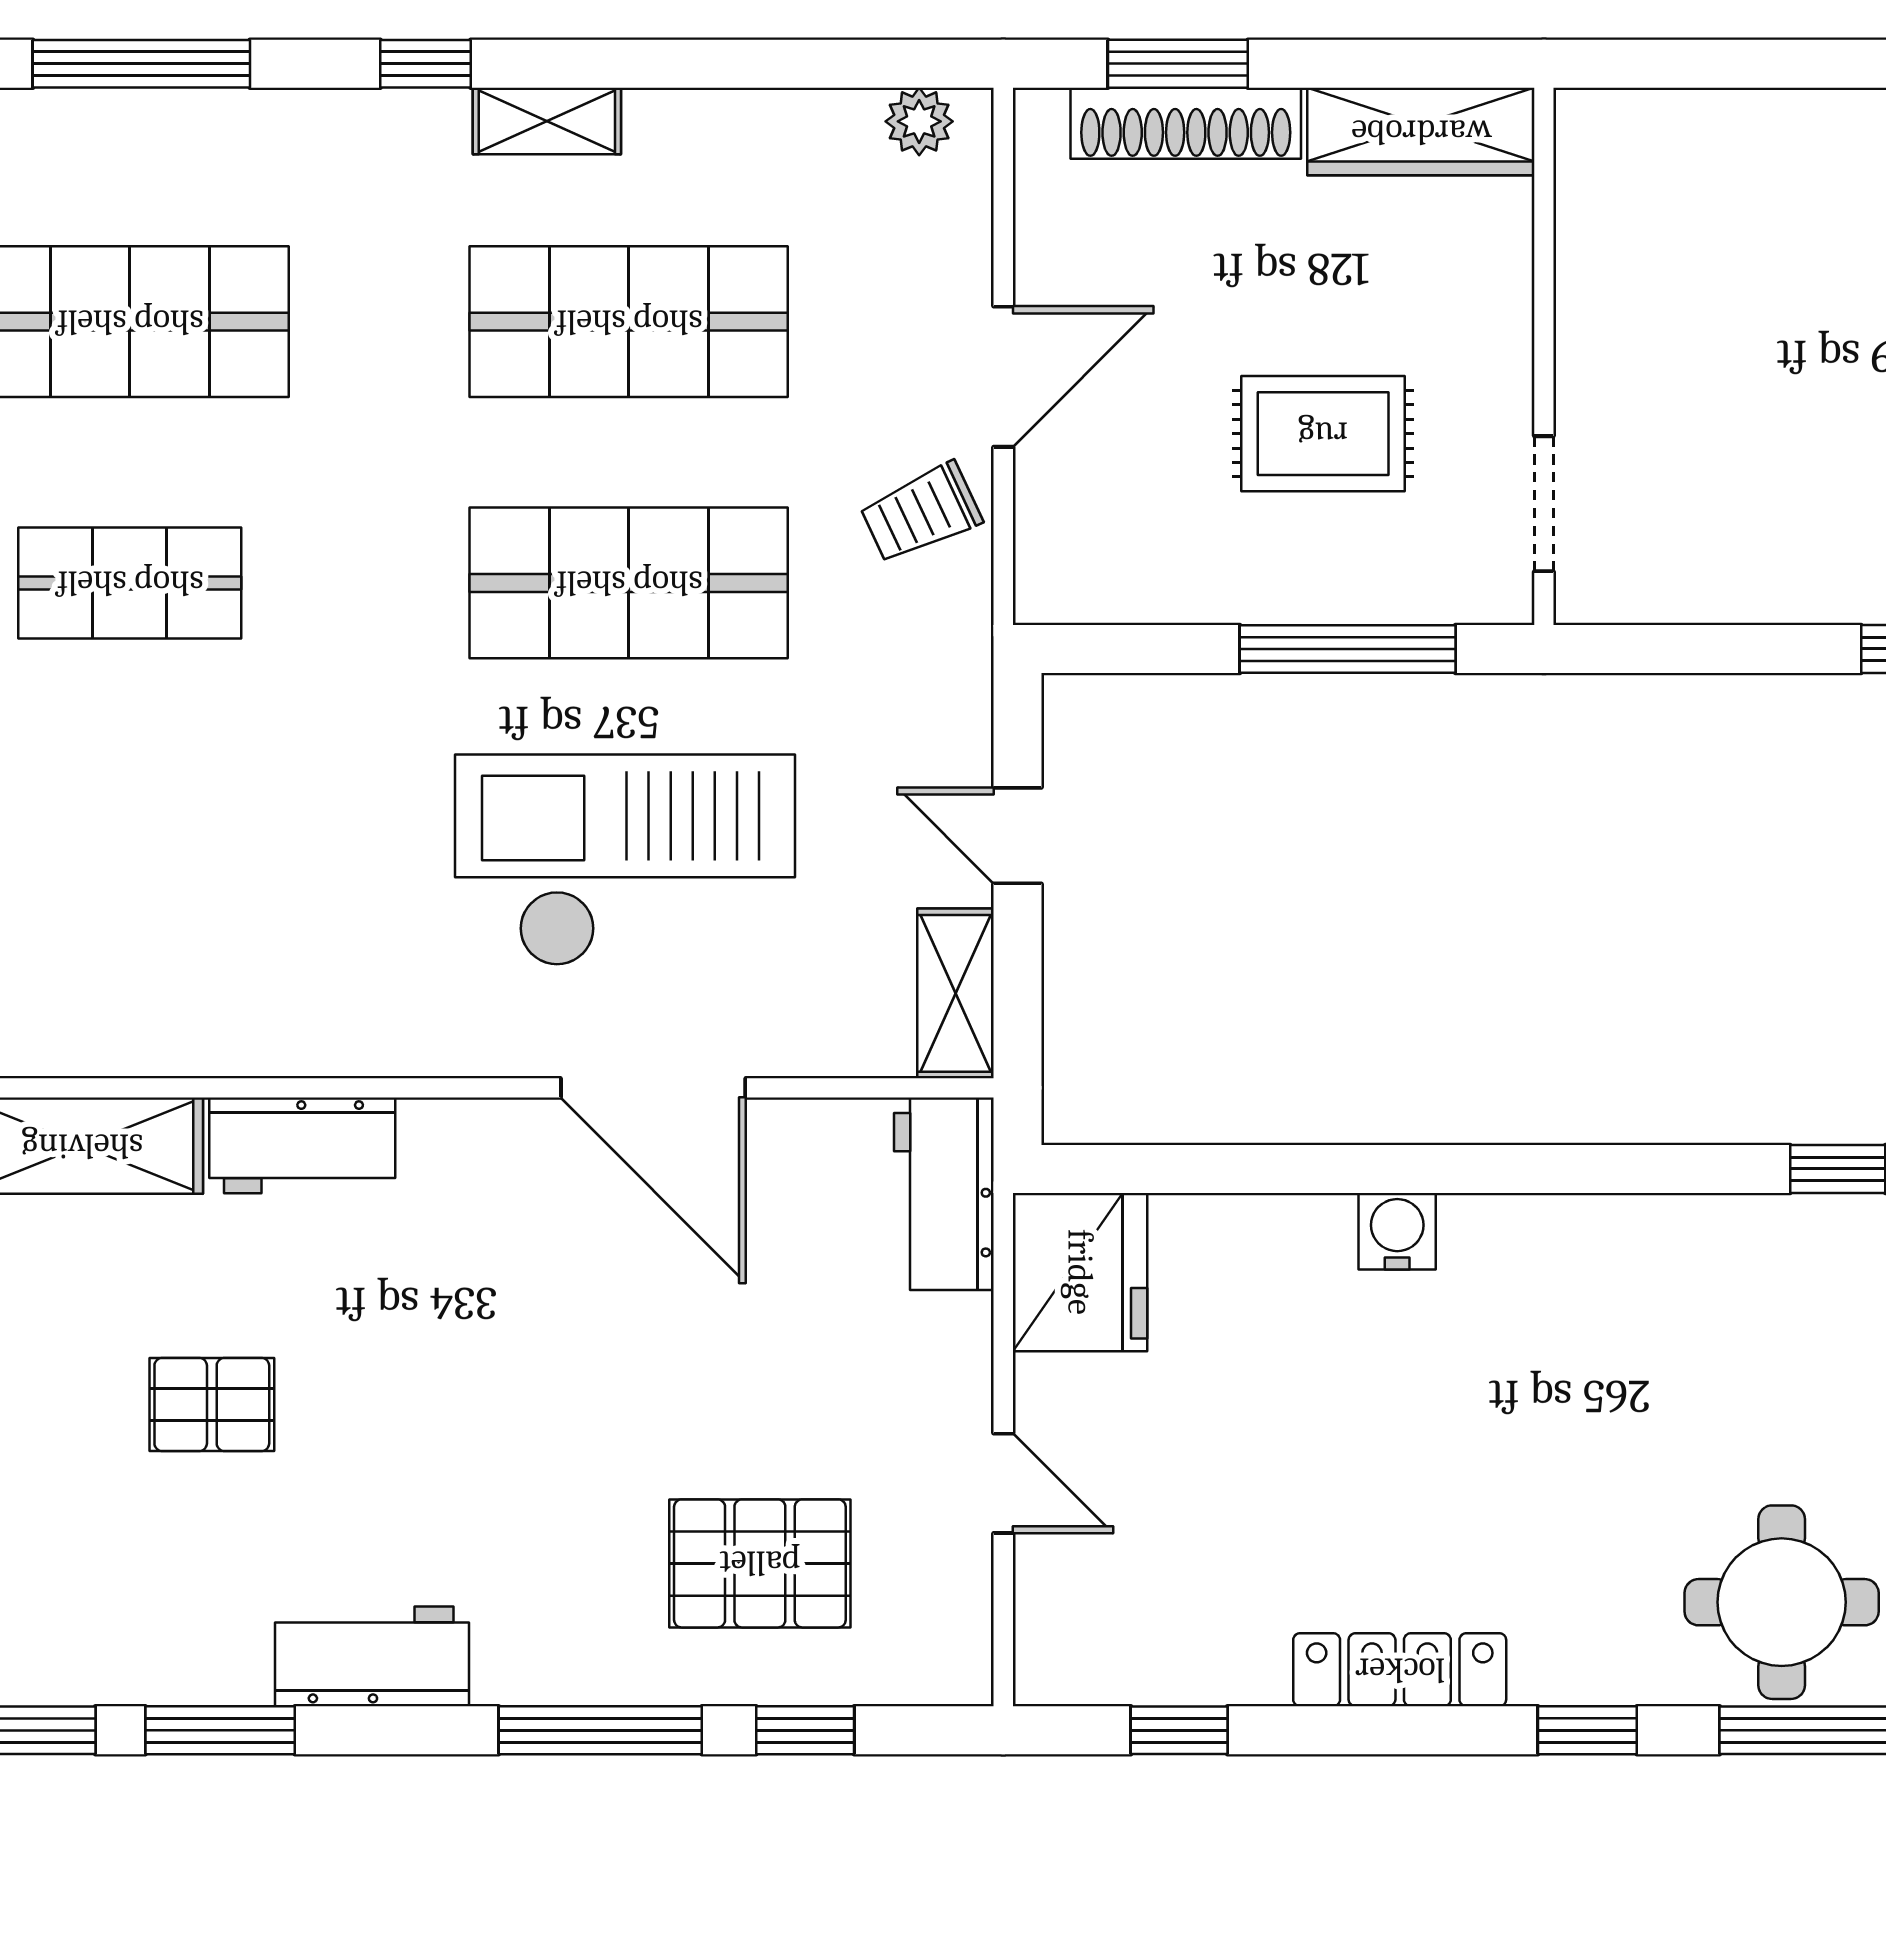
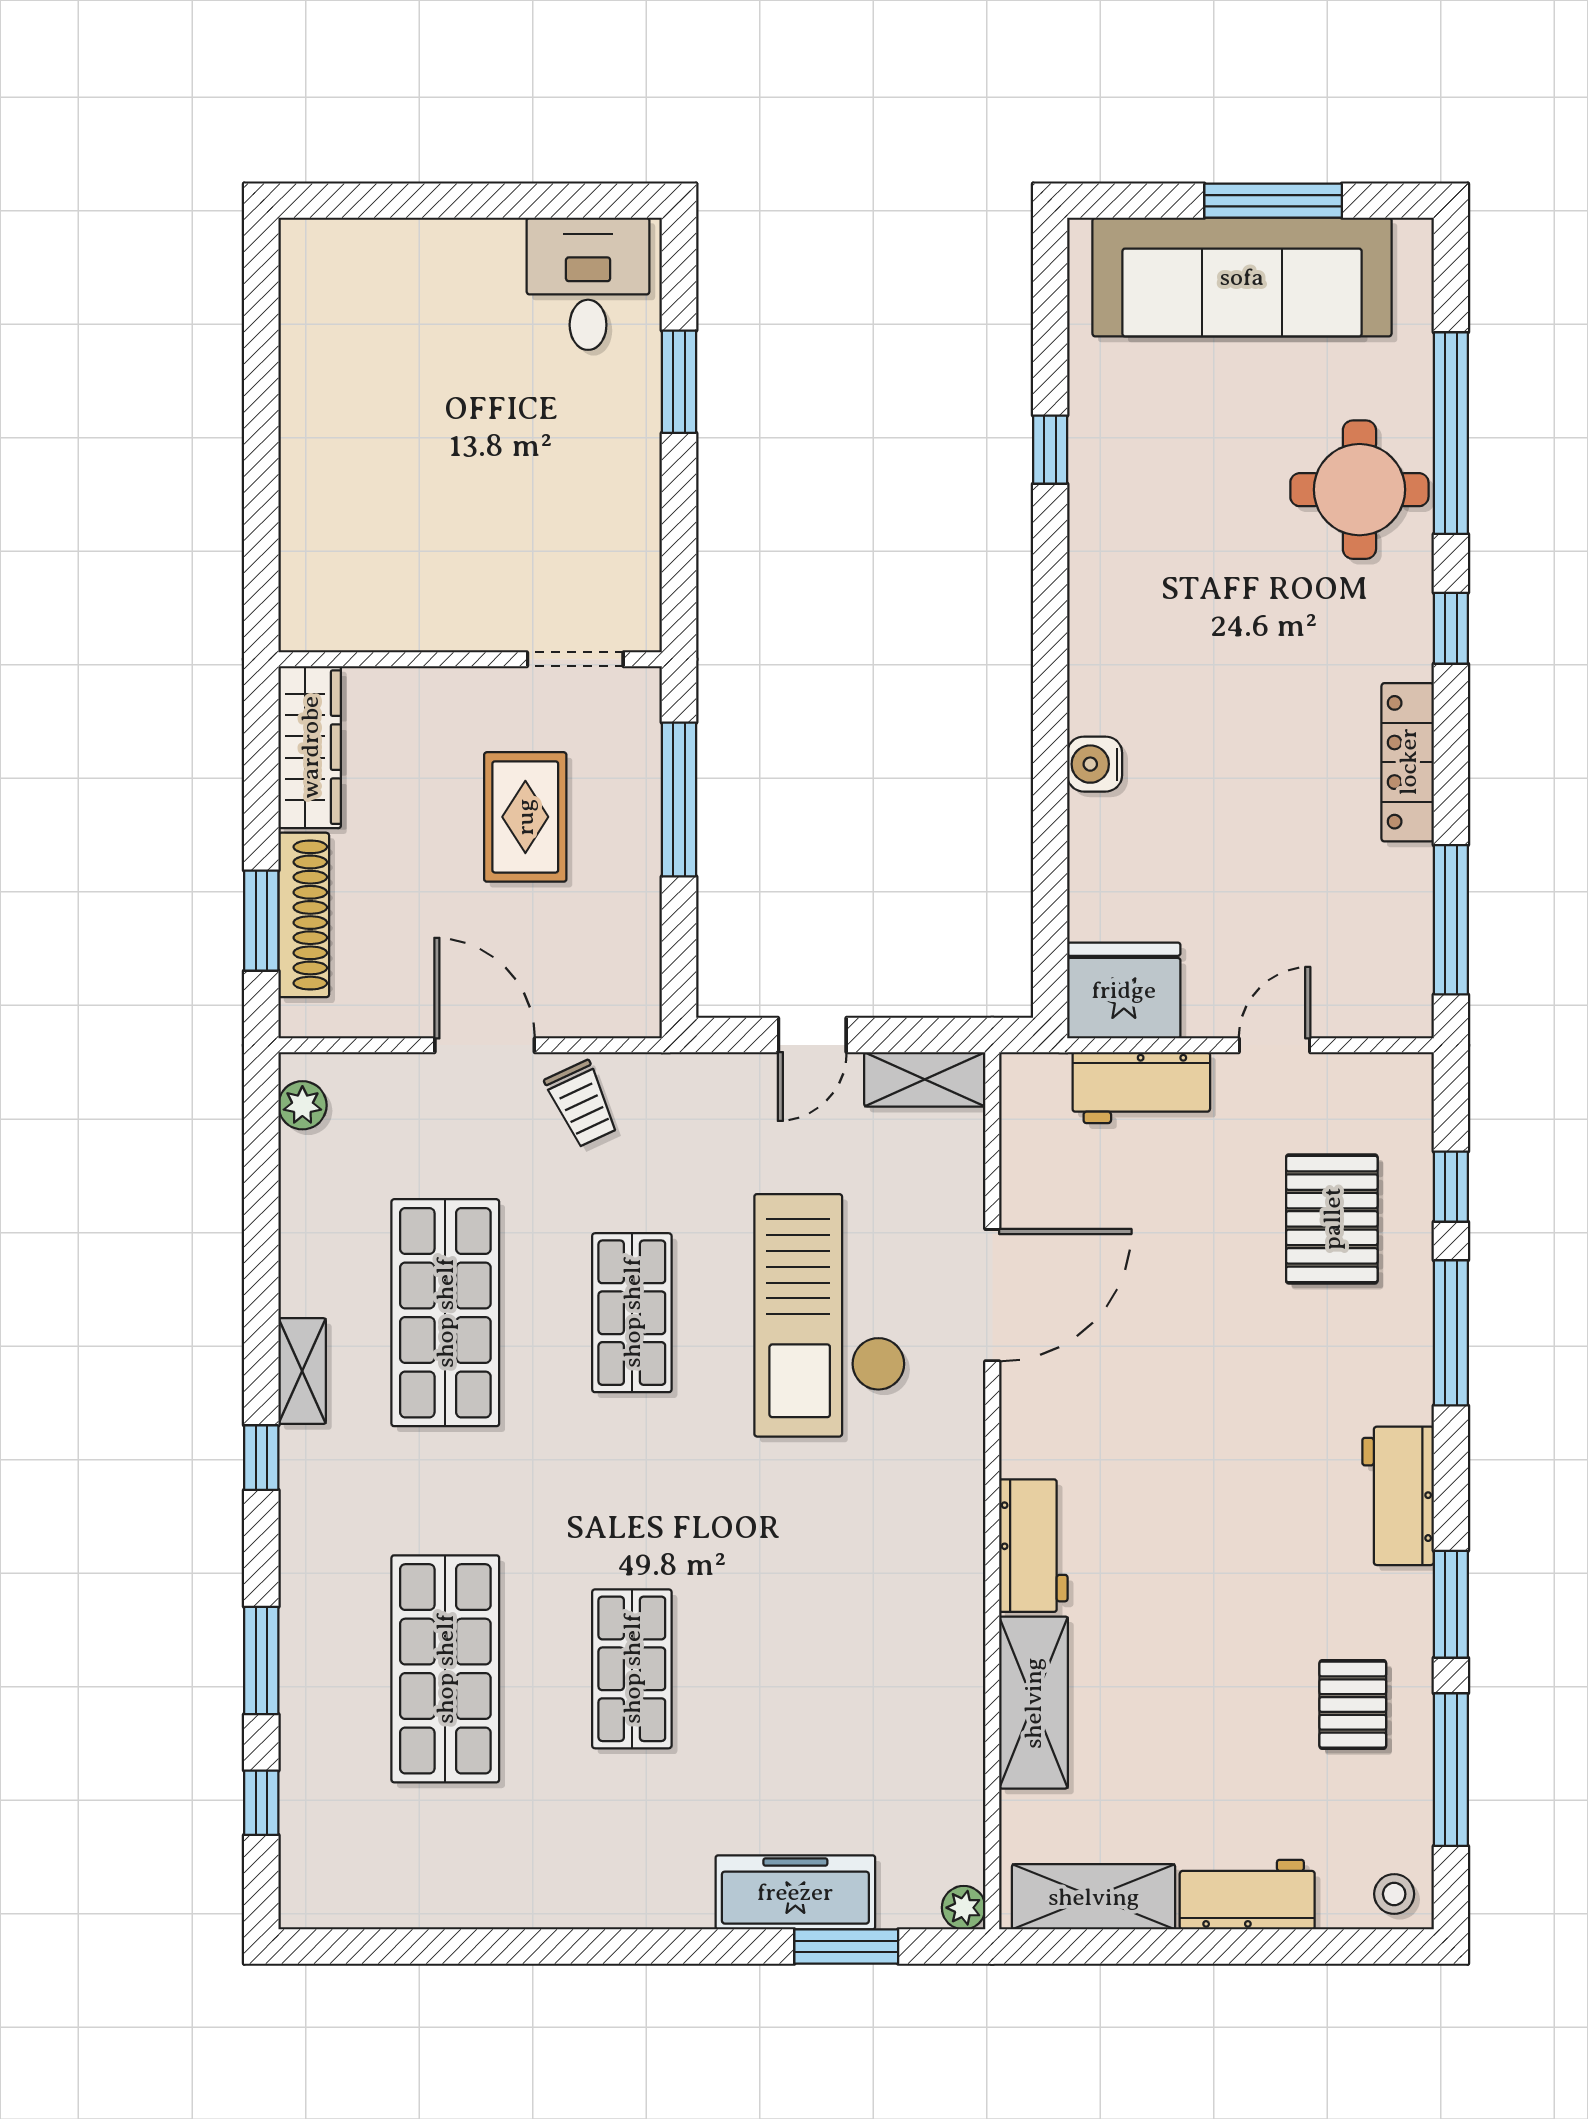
window: (141, 64) -> (261, 1660), width x0.69
shop shelf: (629, 583) -> (632, 1313), width x0.70, depth x0.74
workbench: (944, 1194) -> (1141, 1088), moved
pallet: (212, 1404) -> (1353, 1705), moved
window: (1179, 1730) -> (1451, 920), width x2.17

